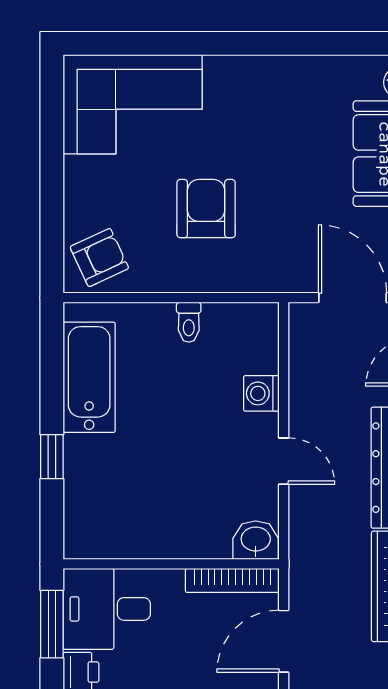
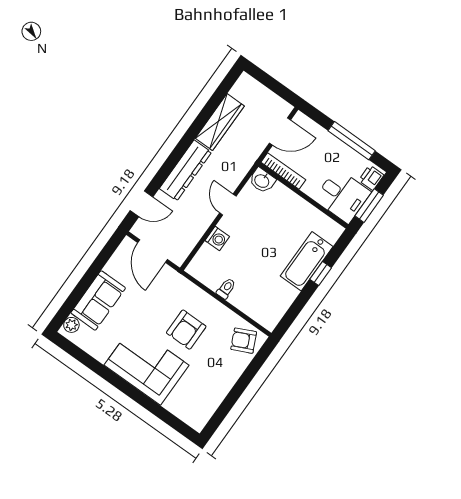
corner sofa: (133, 104) -> (147, 365), moved
bathtub: (89, 377) -> (307, 261), moved

